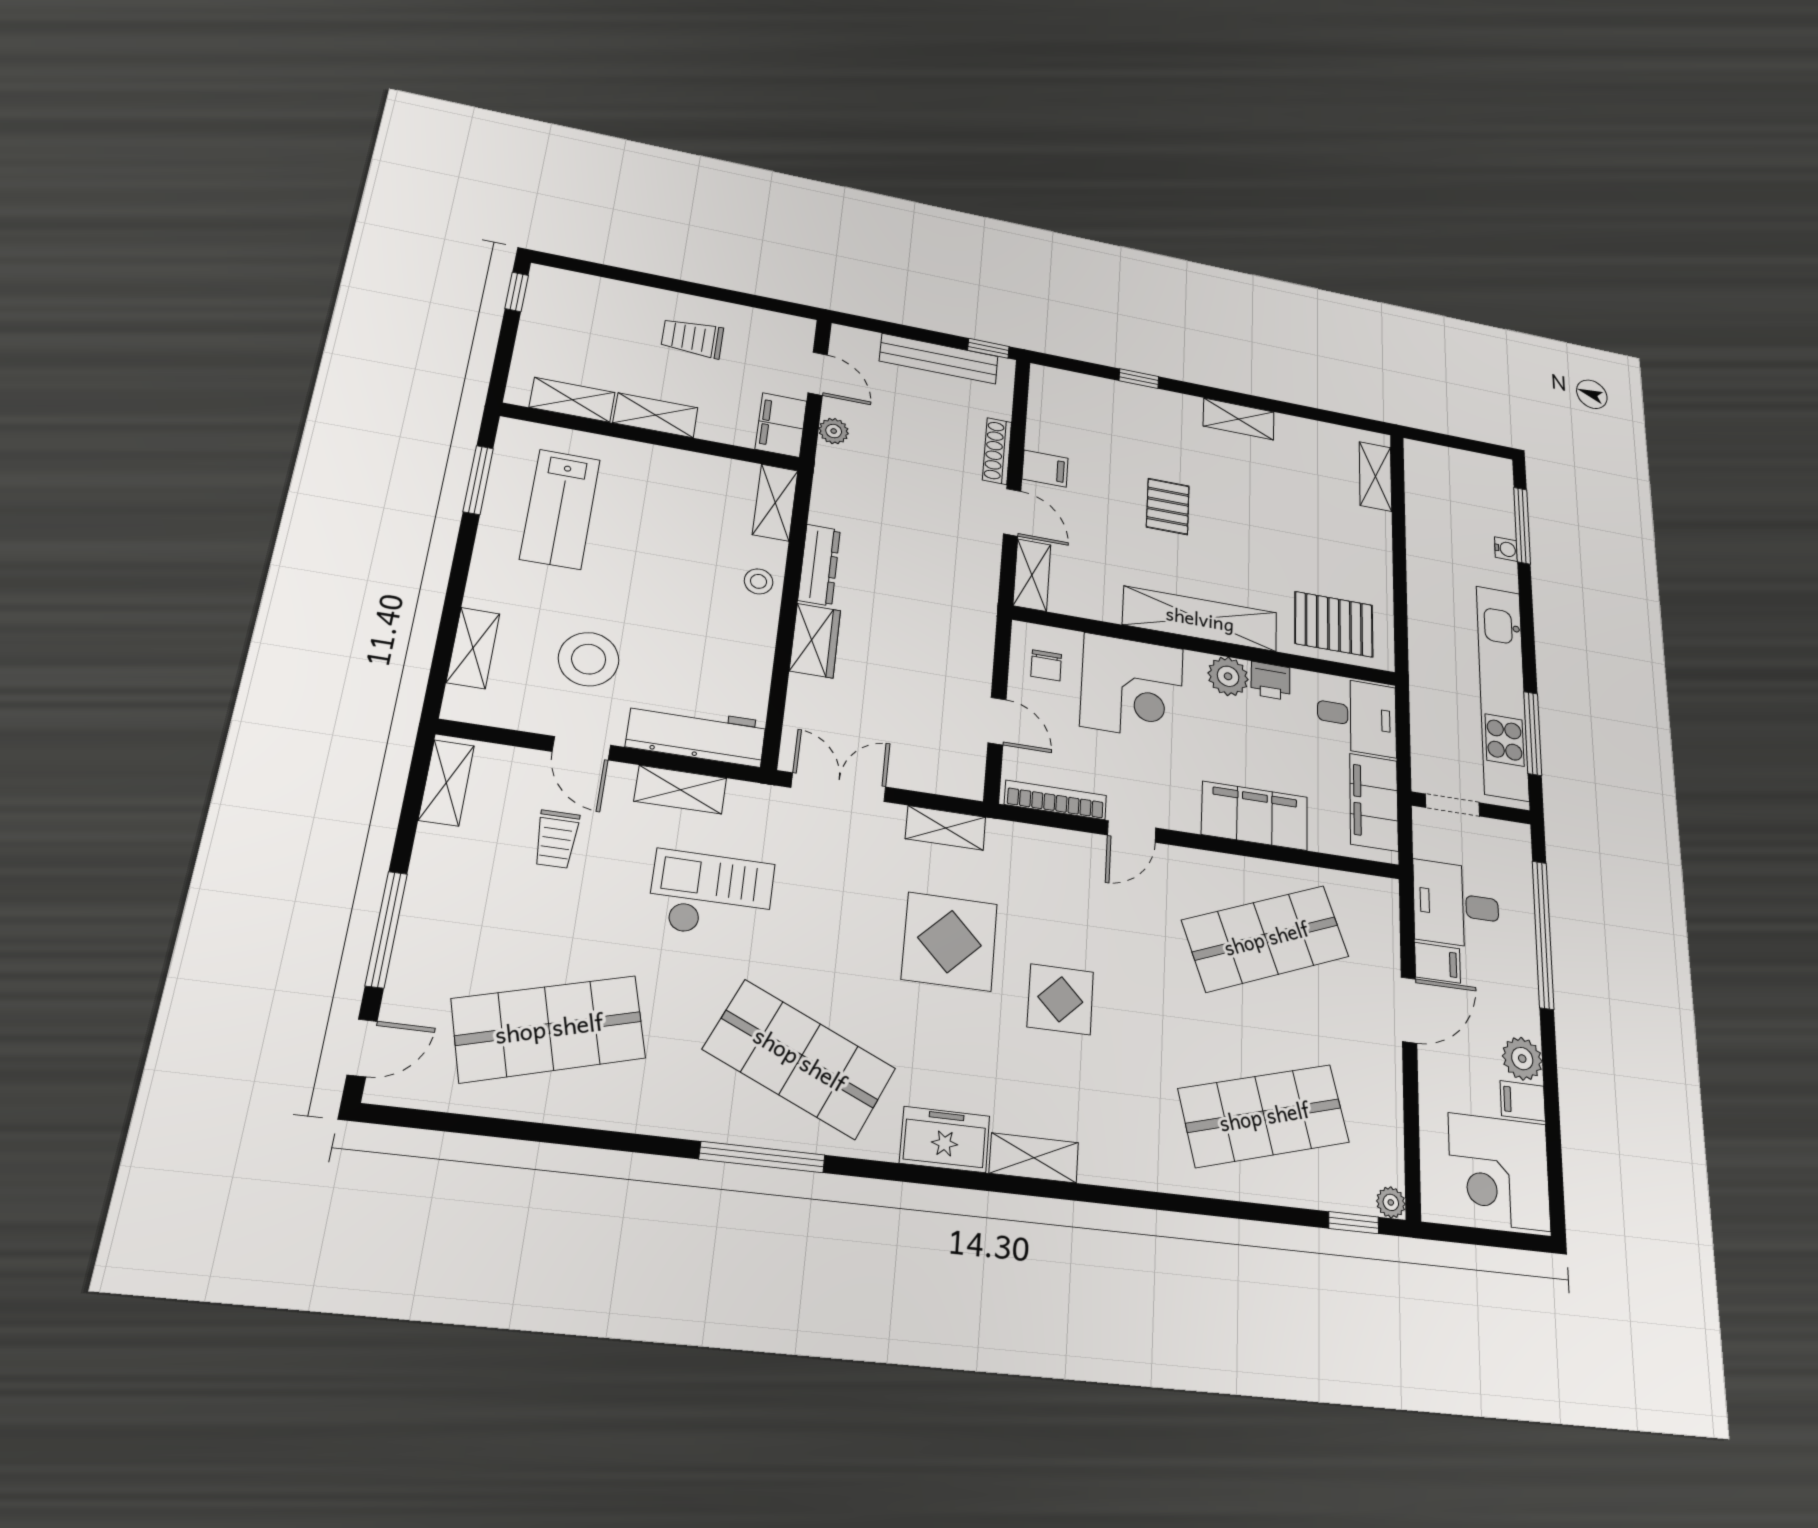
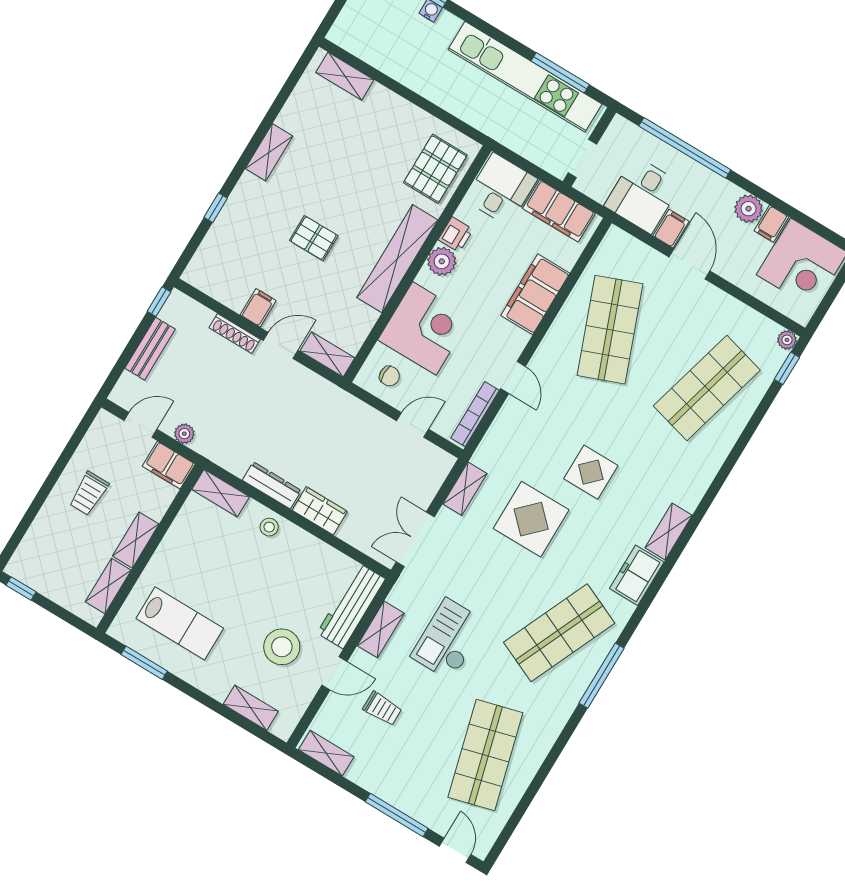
bench: (939, 359) -> (150, 349), width x0.73
shop shelf: (1264, 1116) -> (707, 388), turned 30

